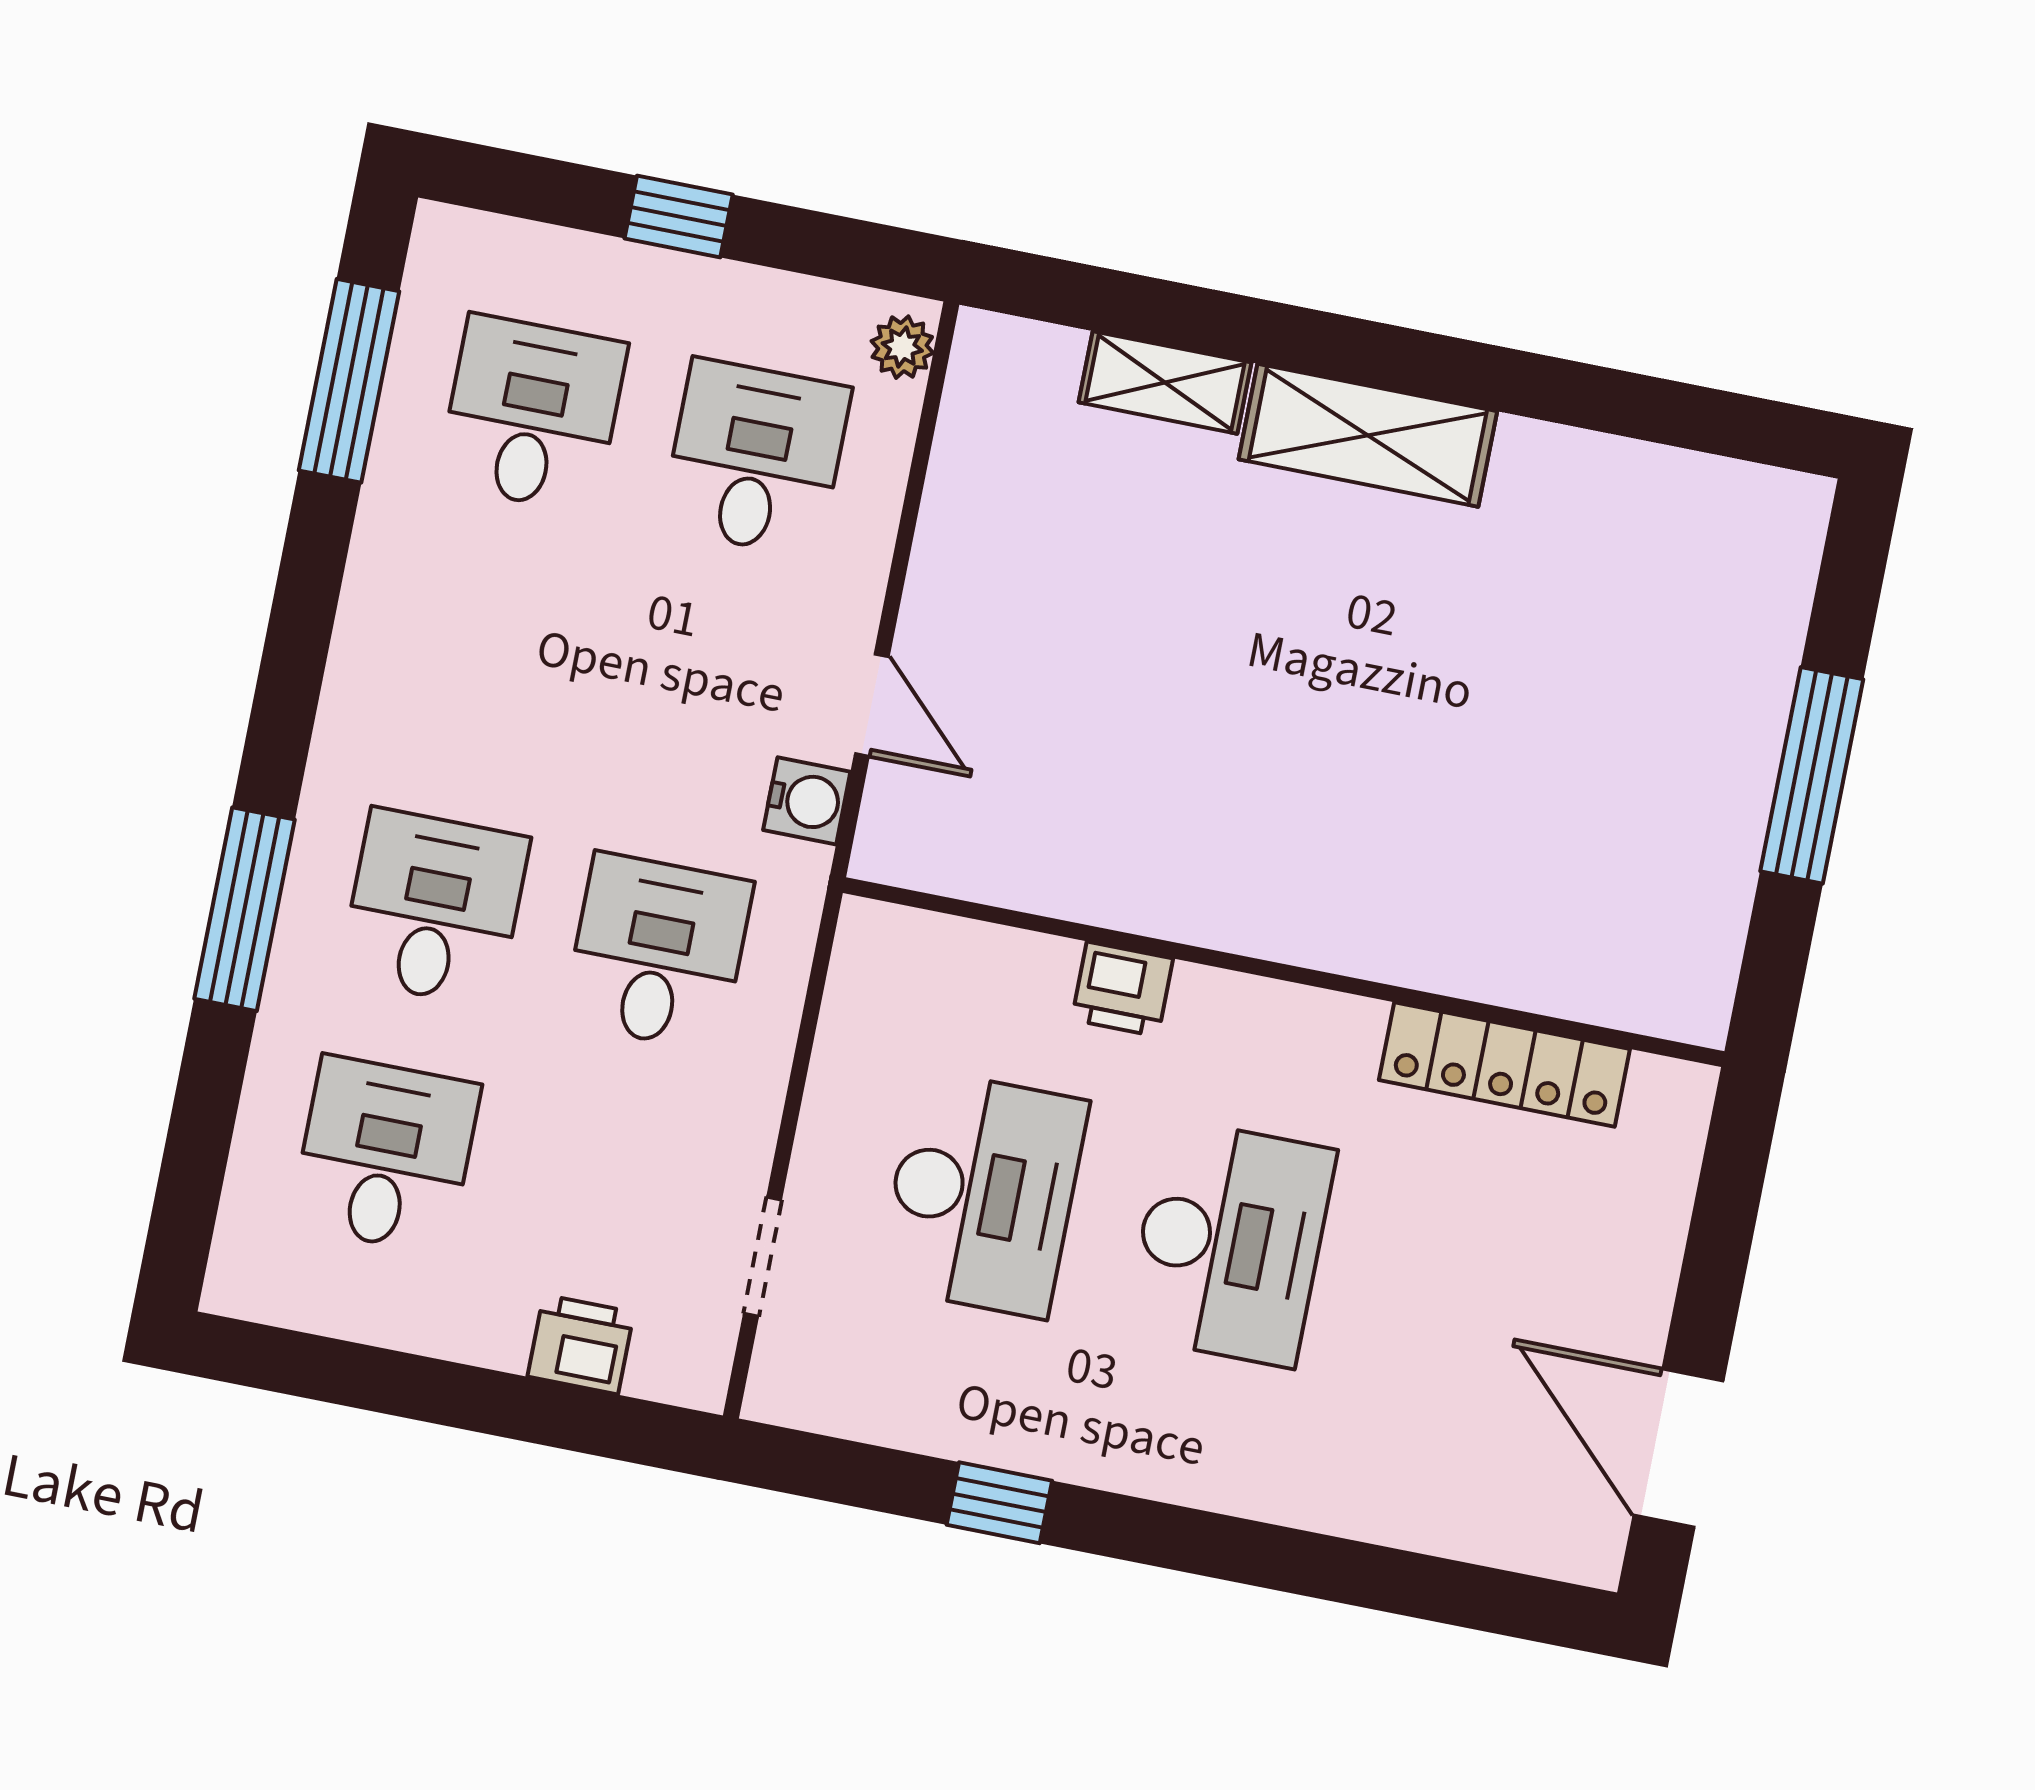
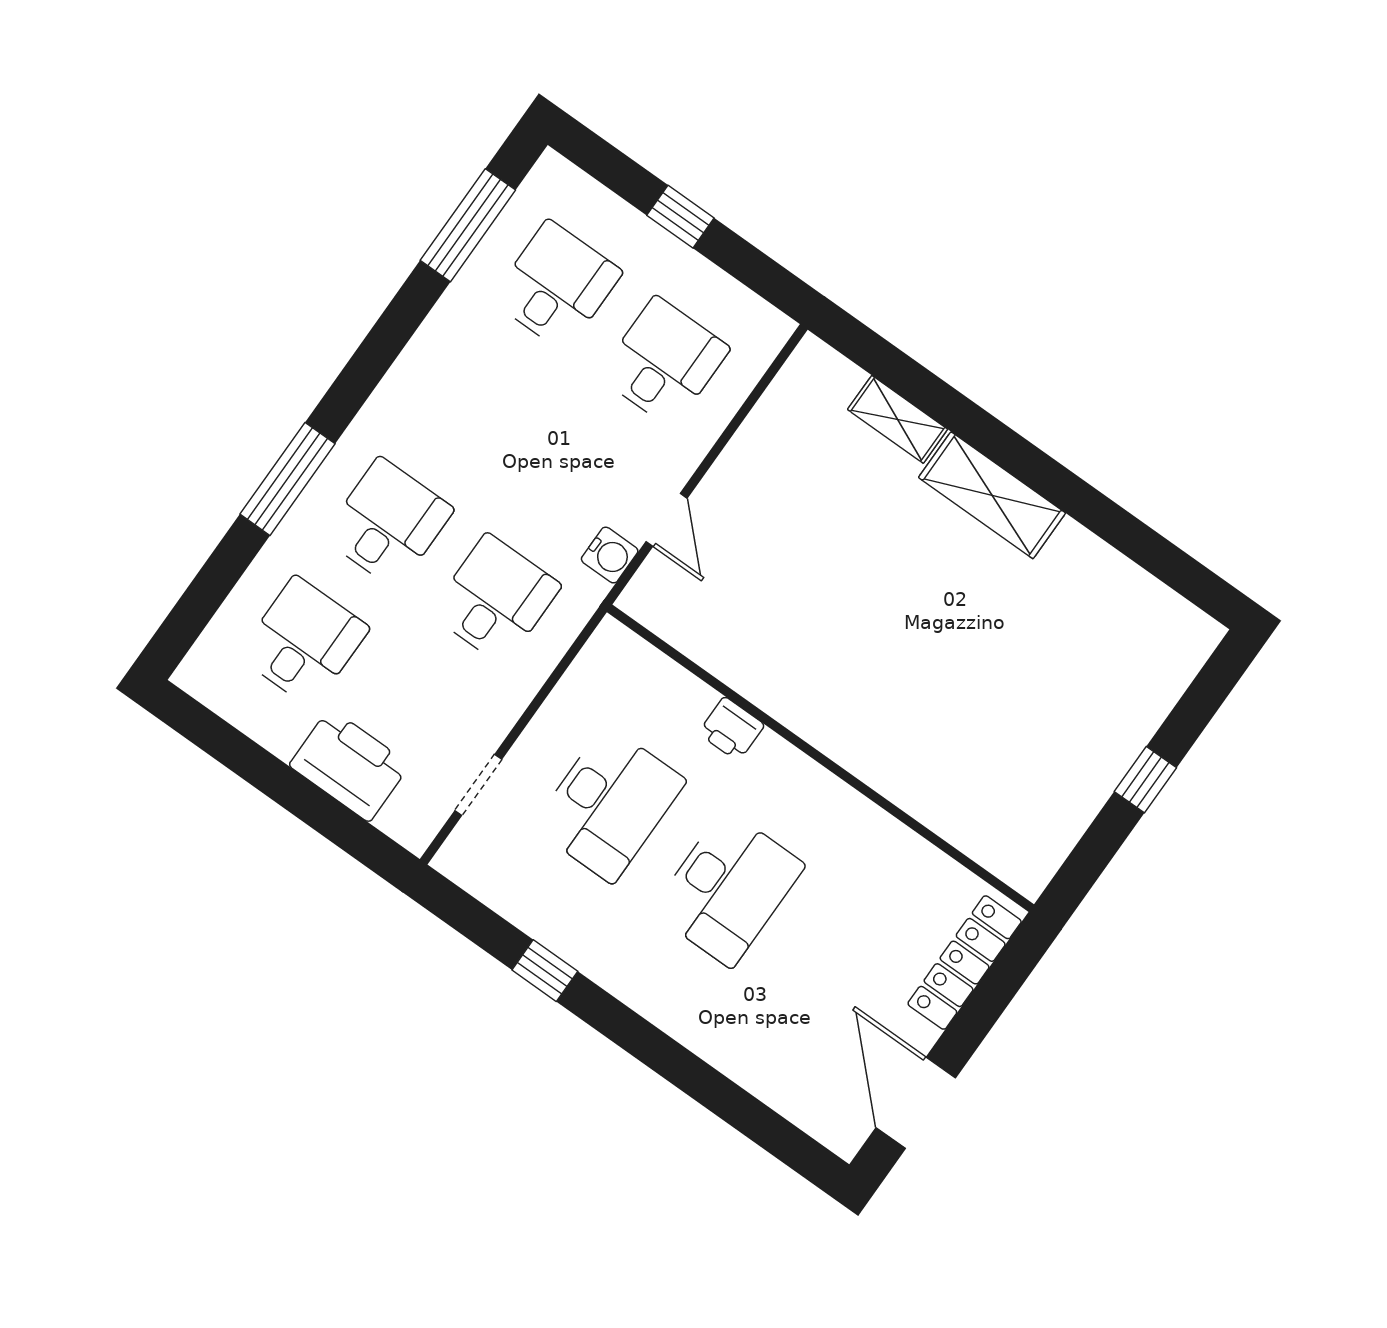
plant: (902, 347) -> (767, 338), removed
window: (1812, 775) -> (1145, 780), width x0.46
locker: (1504, 1064) -> (965, 963), moved, turned 90
printer: (581, 1344) -> (349, 765), width x1.87, depth x1.48

